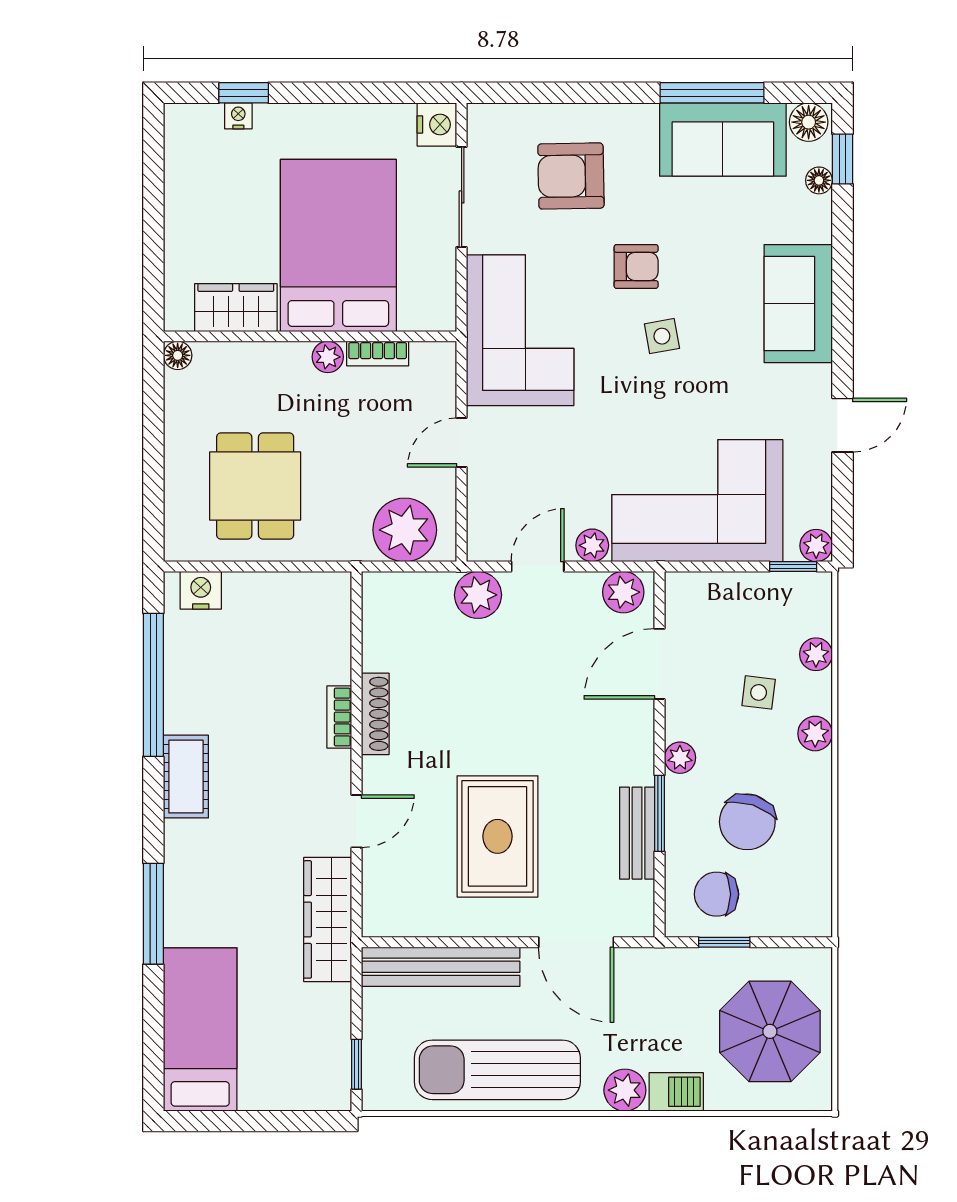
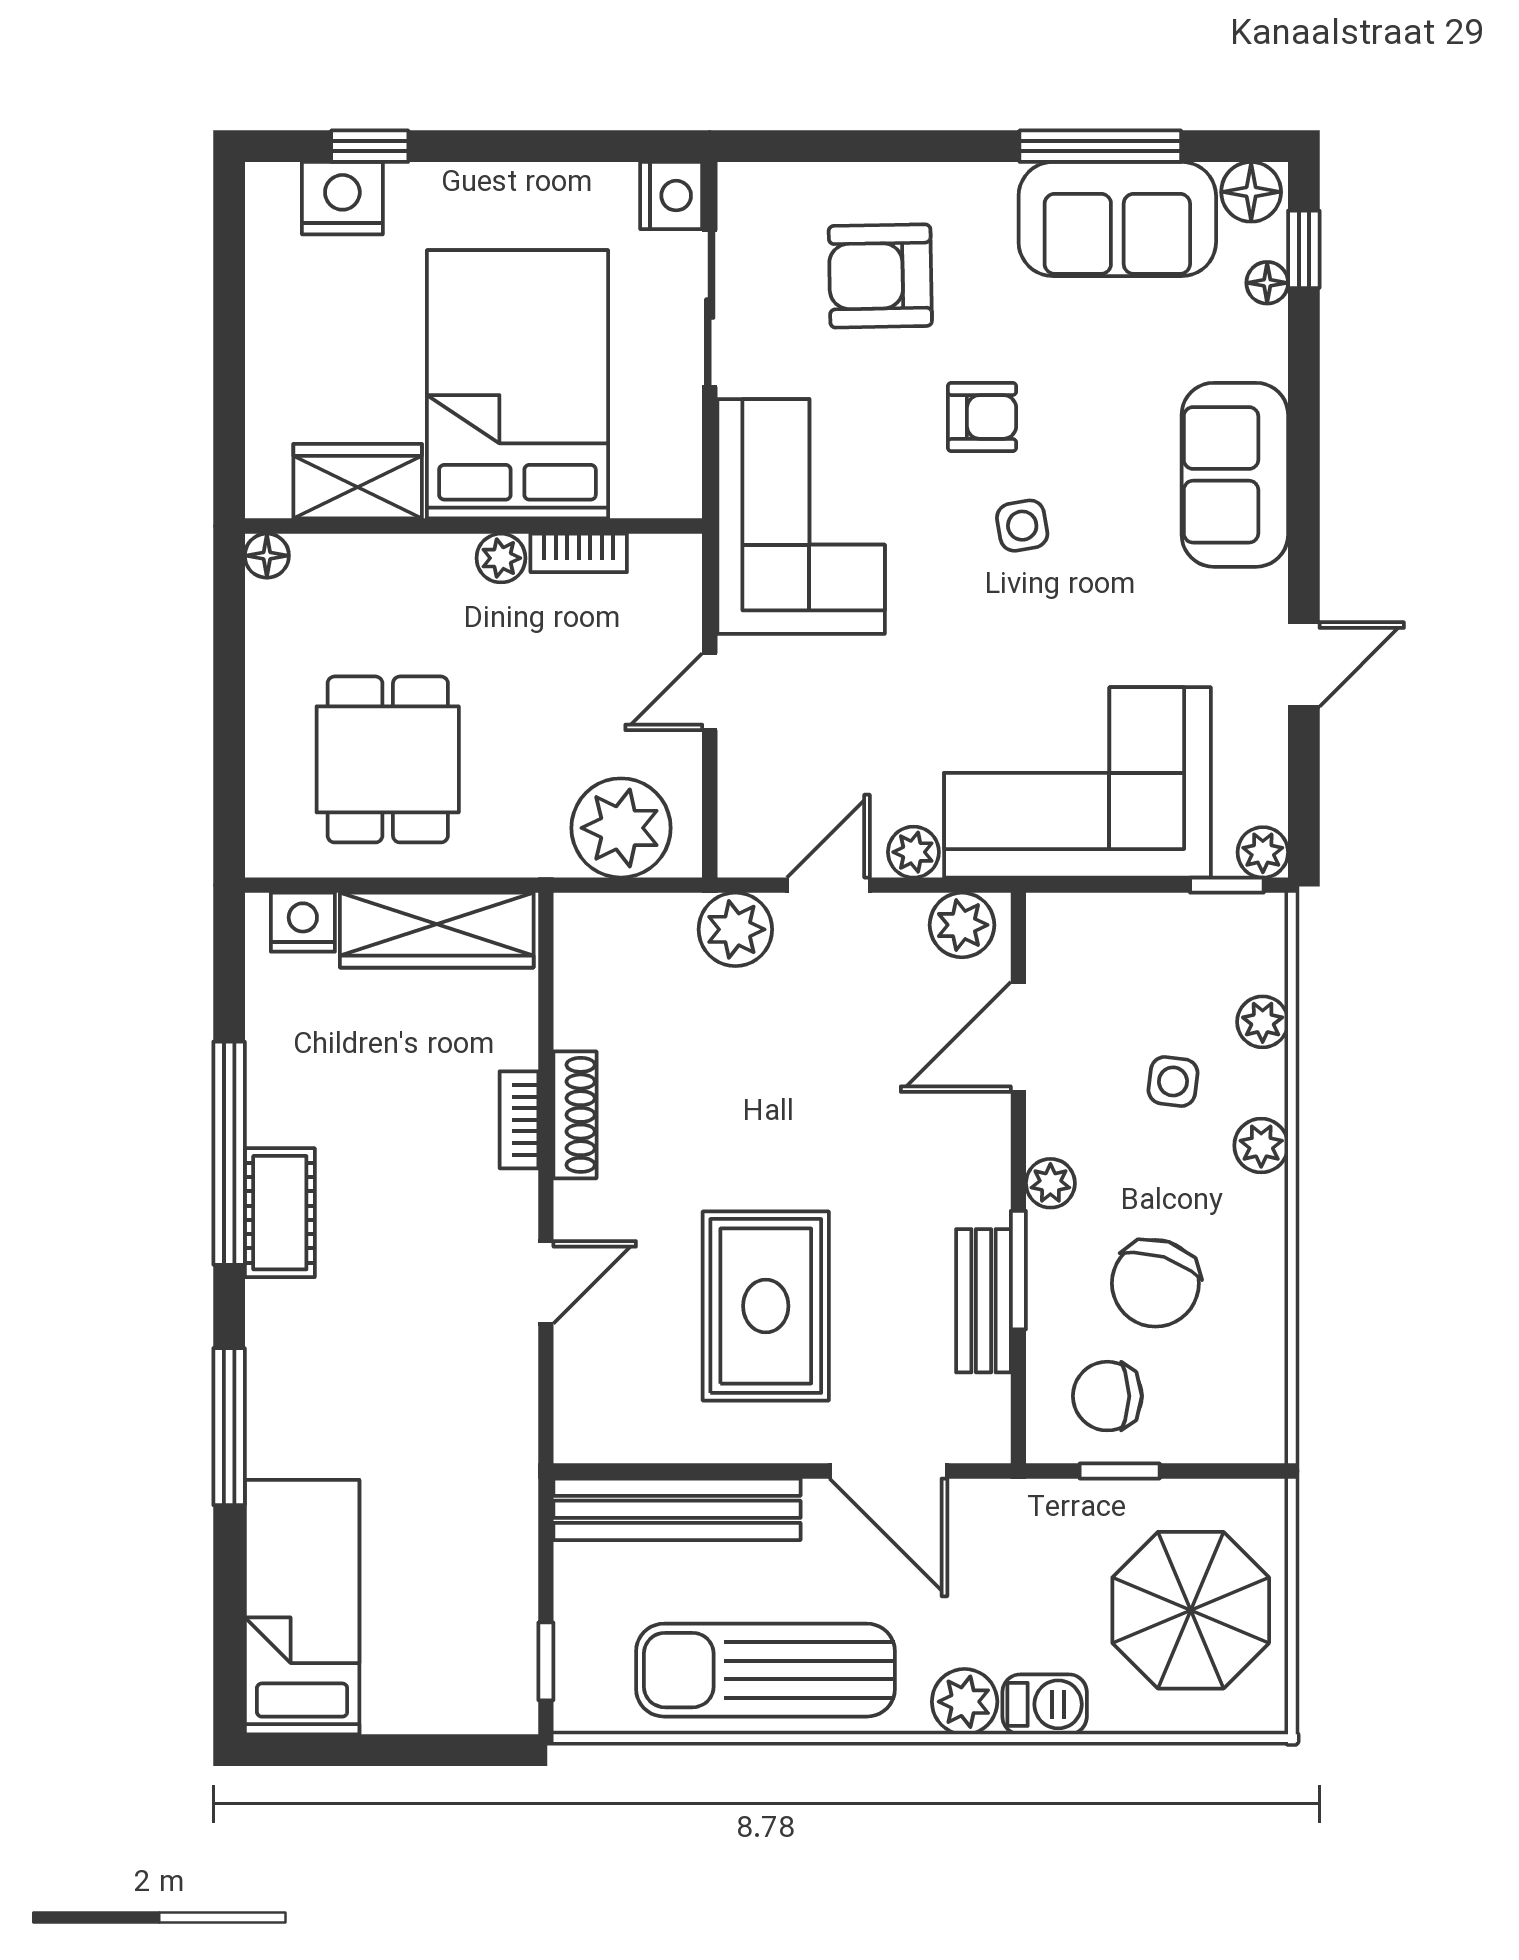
nightstand: (238, 116) -> (342, 198), width x1.89, depth x1.79
window: (153, 685) -> (229, 1153), moved
wardrobe: (328, 919) -> (437, 930), moved, turned -90

